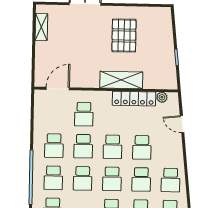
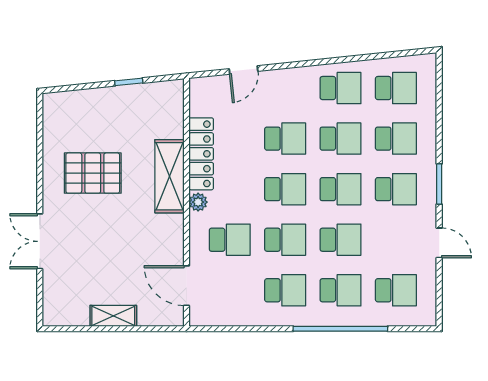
shelving: (41, 27) -> (113, 316), moved
plant: (162, 97) -> (198, 202), moved

